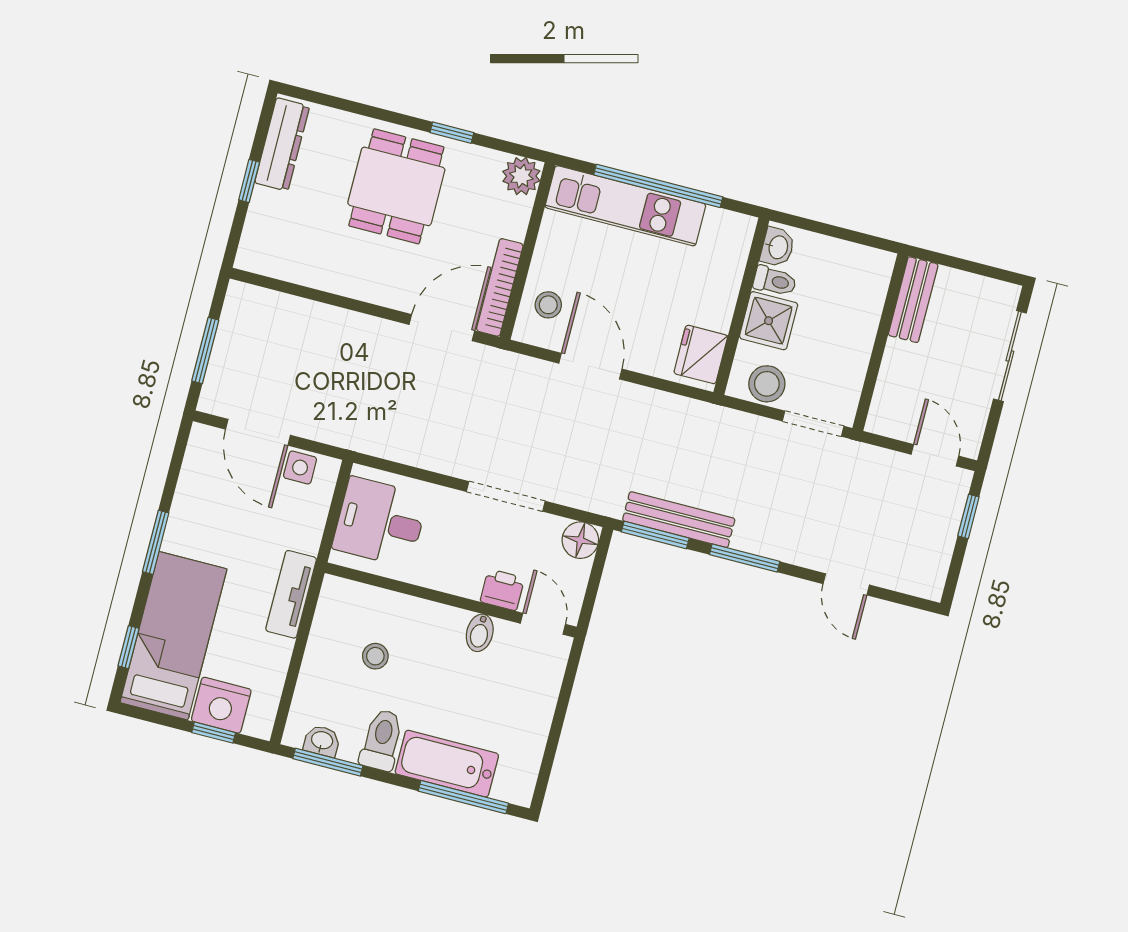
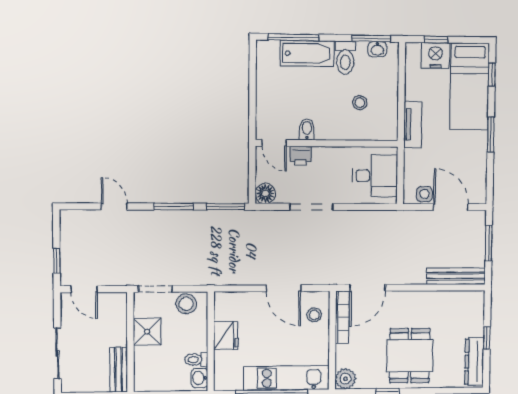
shower: (769, 321) -> (147, 332), moved
fridge: (701, 354) -> (226, 336), moved
bench: (679, 520) -> (456, 276), moved

